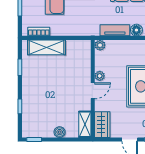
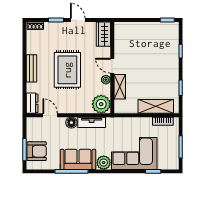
plant: (100, 45) -> (101, 104), width x1.88, depth x1.88
door: (93, 91) -> (112, 66), hinge flipped
shelving: (85, 124) -> (120, 87), moved
boiler: (60, 132) -> (143, 27), removed

